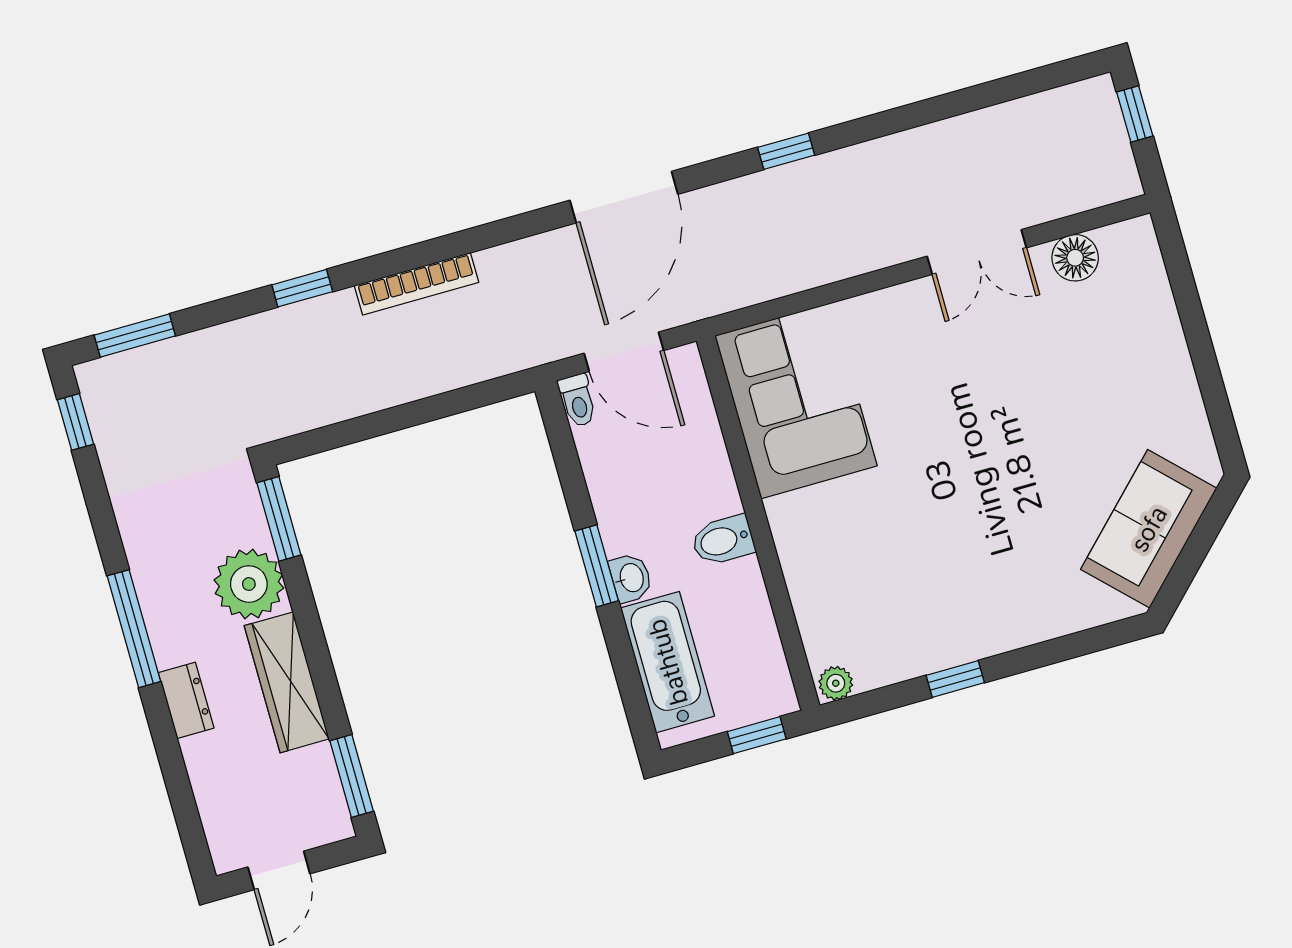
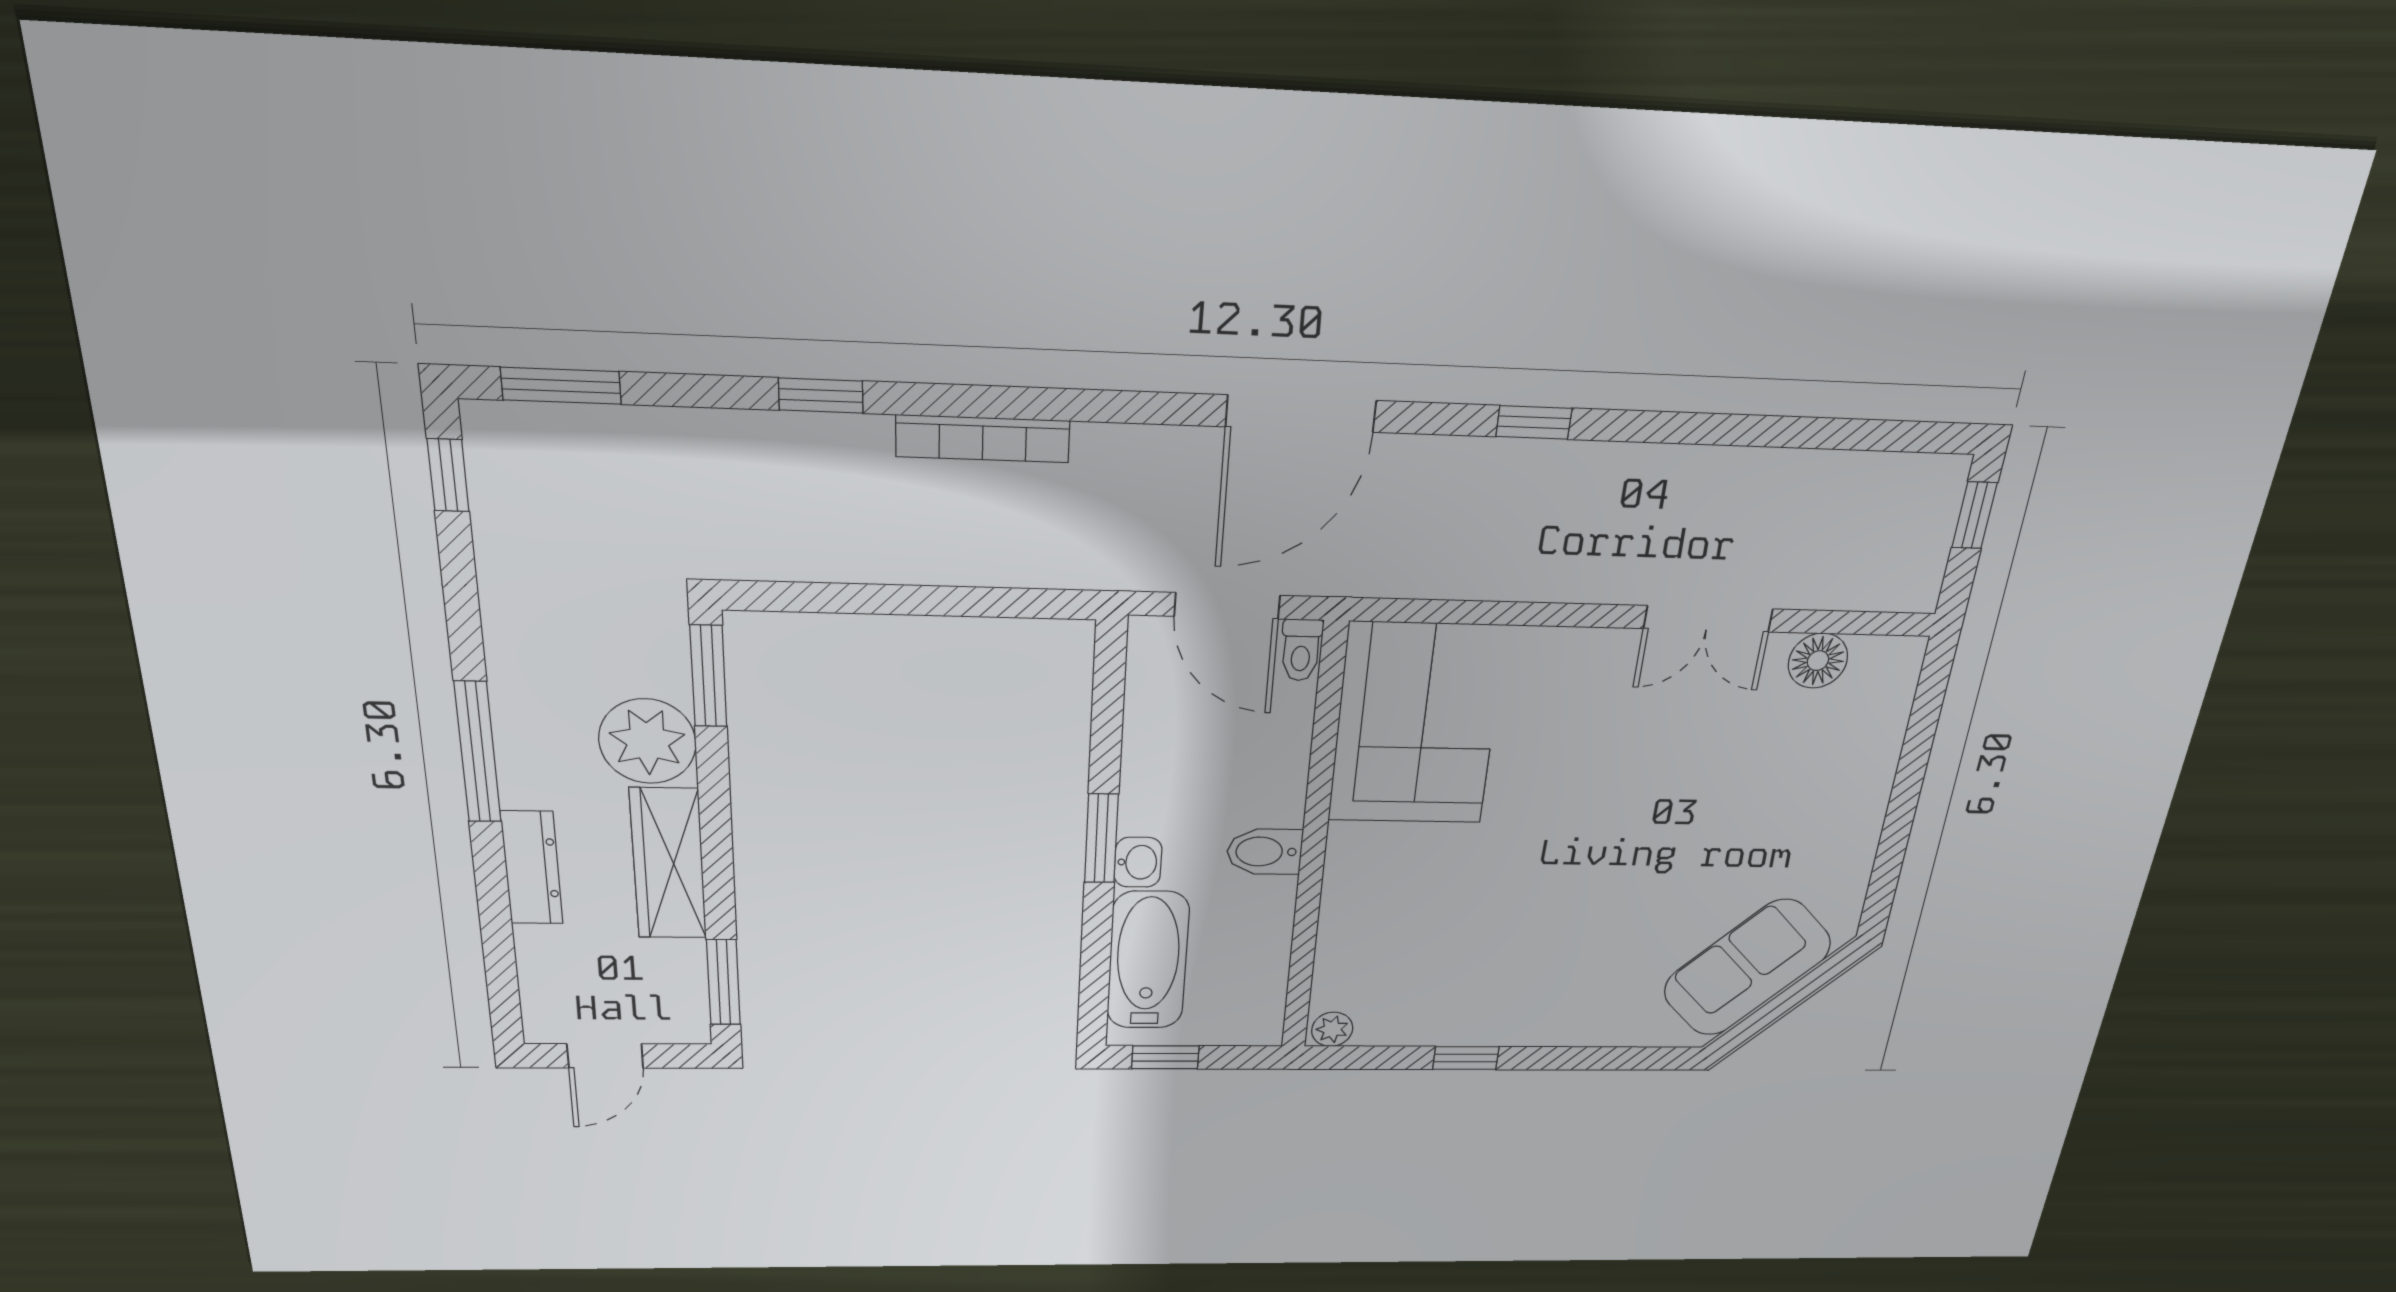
toilet: (578, 400) -> (1301, 650), moved
dresser: (186, 700) -> (532, 868), width x1.44
window: (757, 735) -> (1165, 1057), moved

